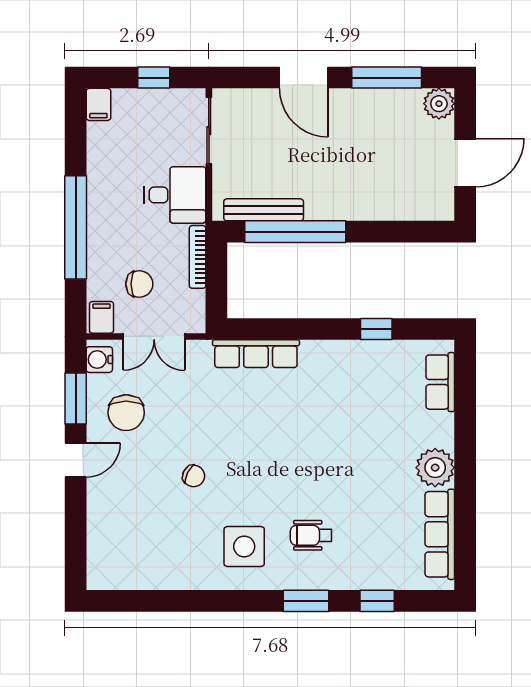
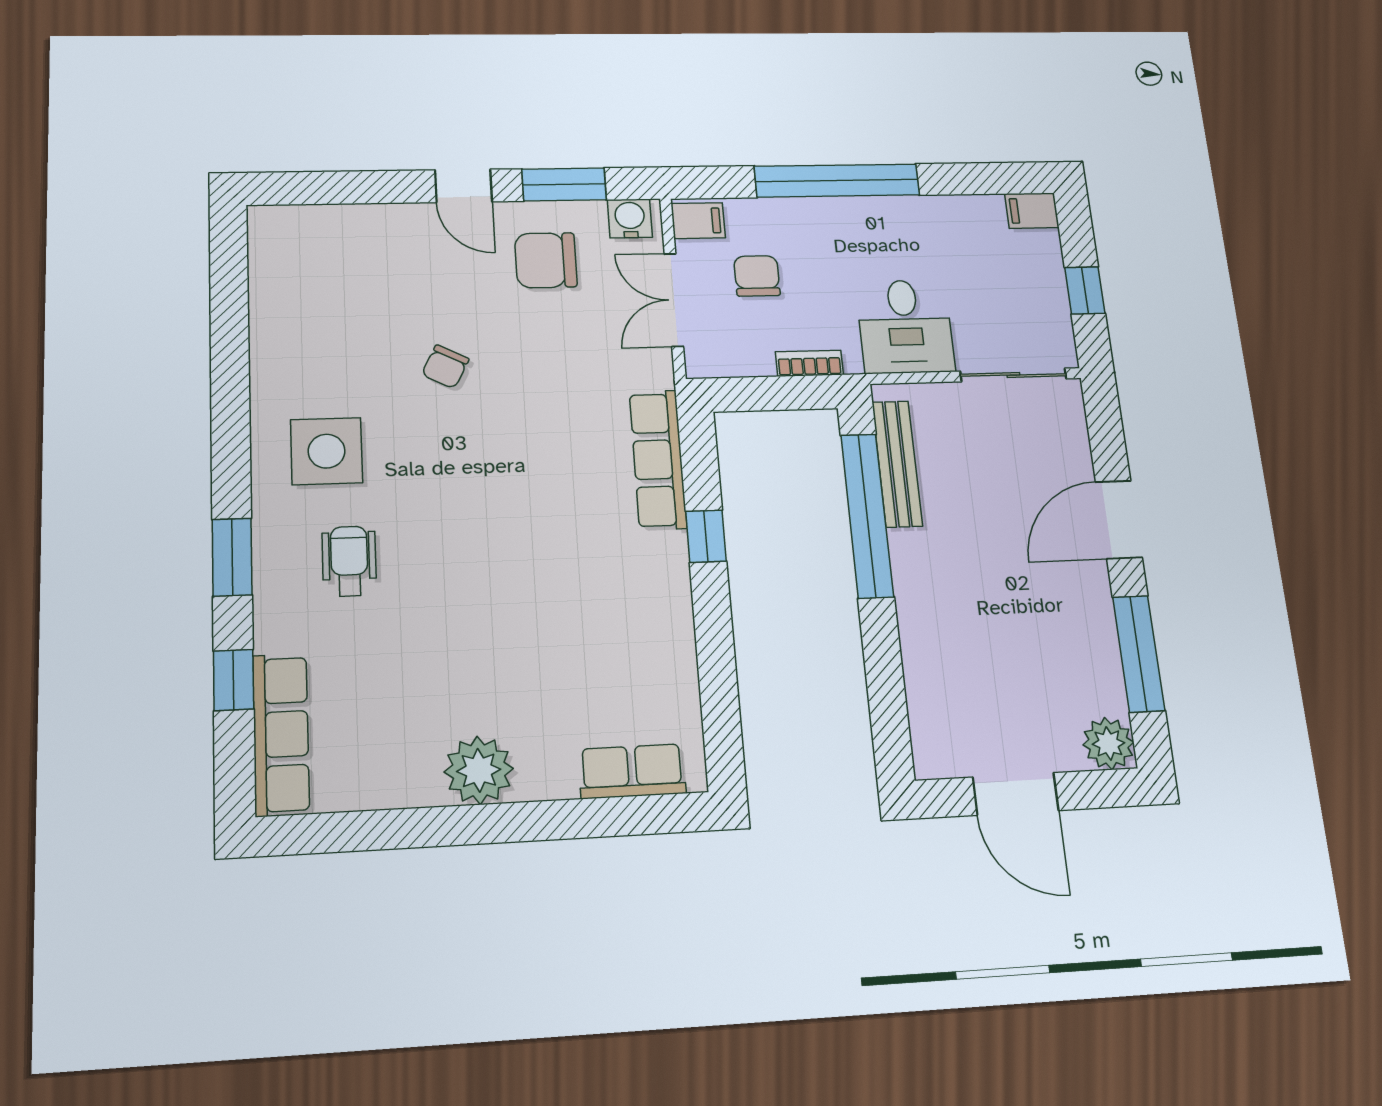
bookcase: (198, 257) -> (809, 363), width x0.64
chair: (139, 284) -> (757, 276), turned 180
window: (376, 329) -> (706, 536), moved
row of seats: (440, 534) -> (281, 734), moved, turned 90

